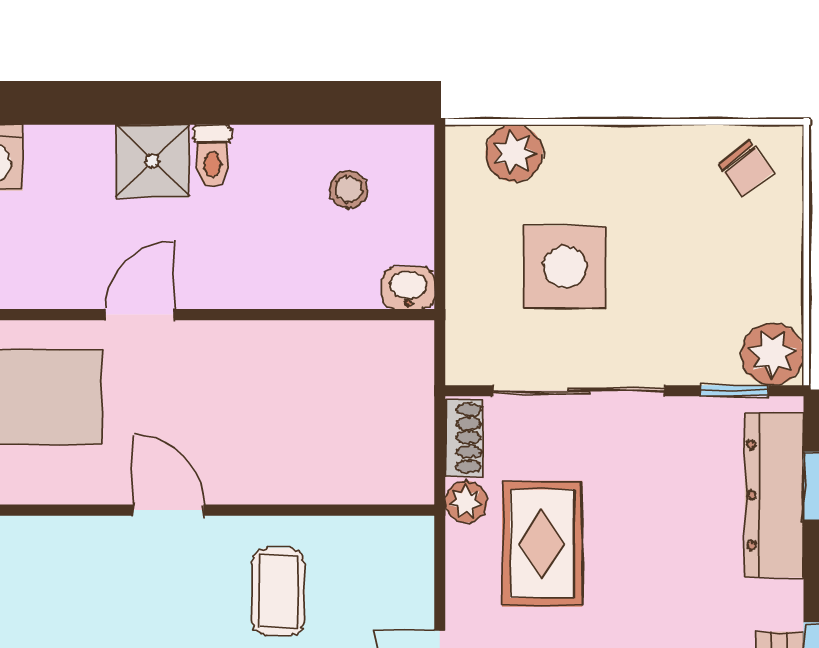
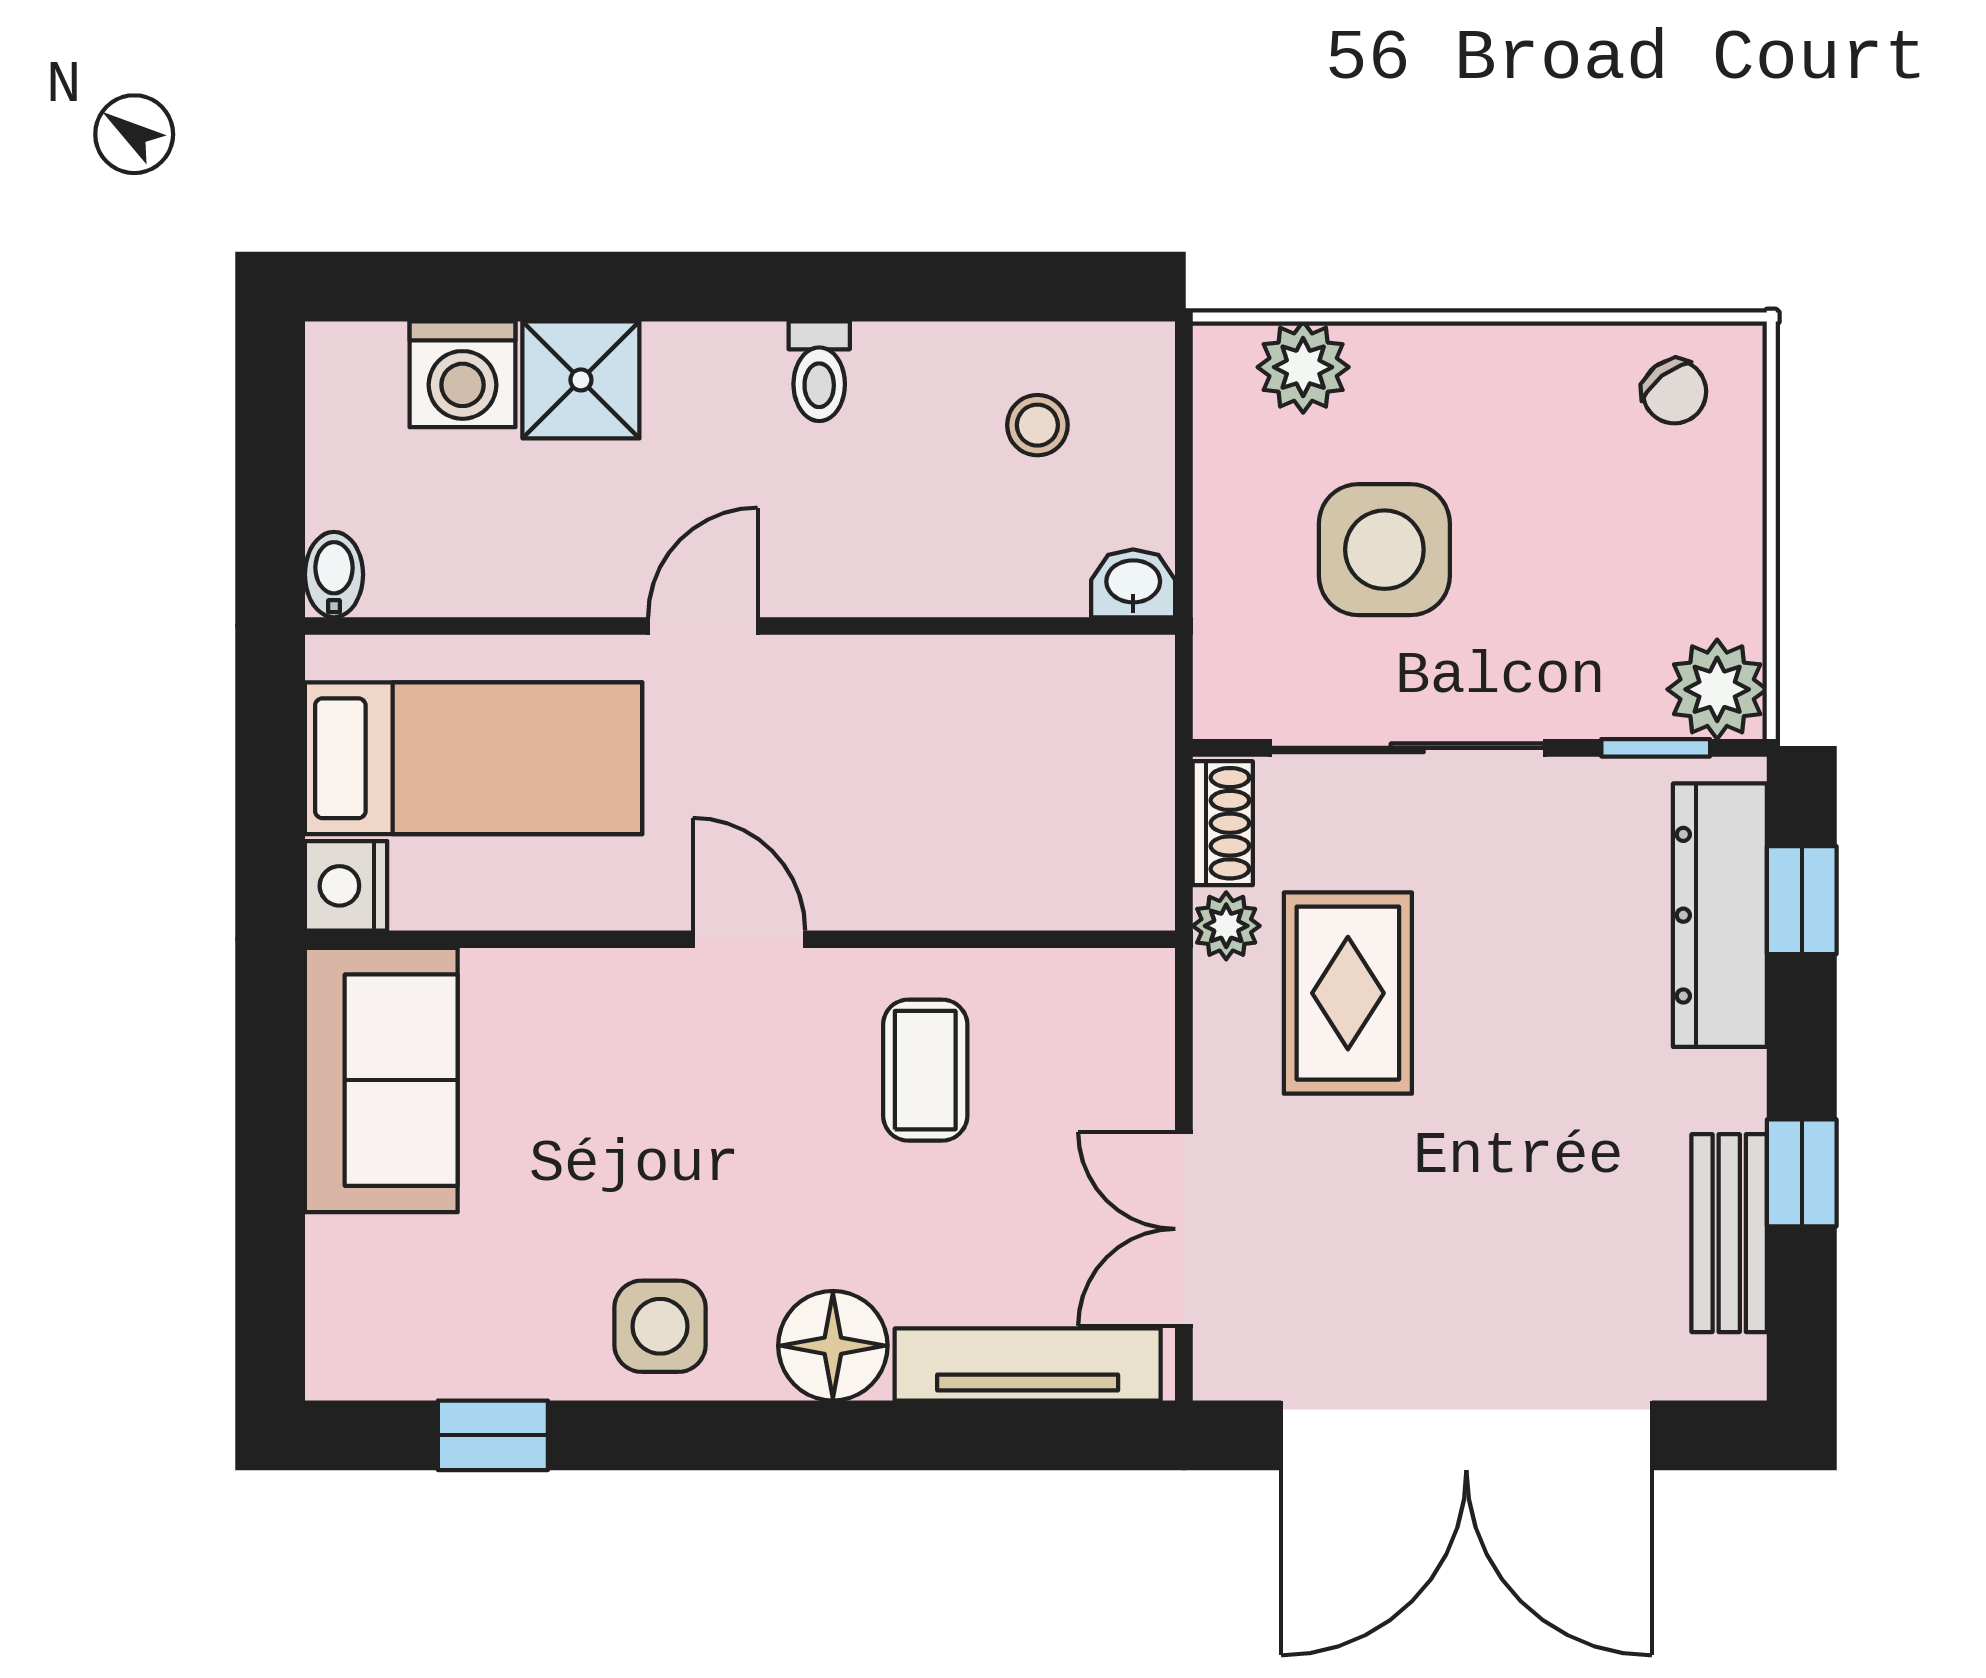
shower: (152, 161) -> (581, 380), moved

